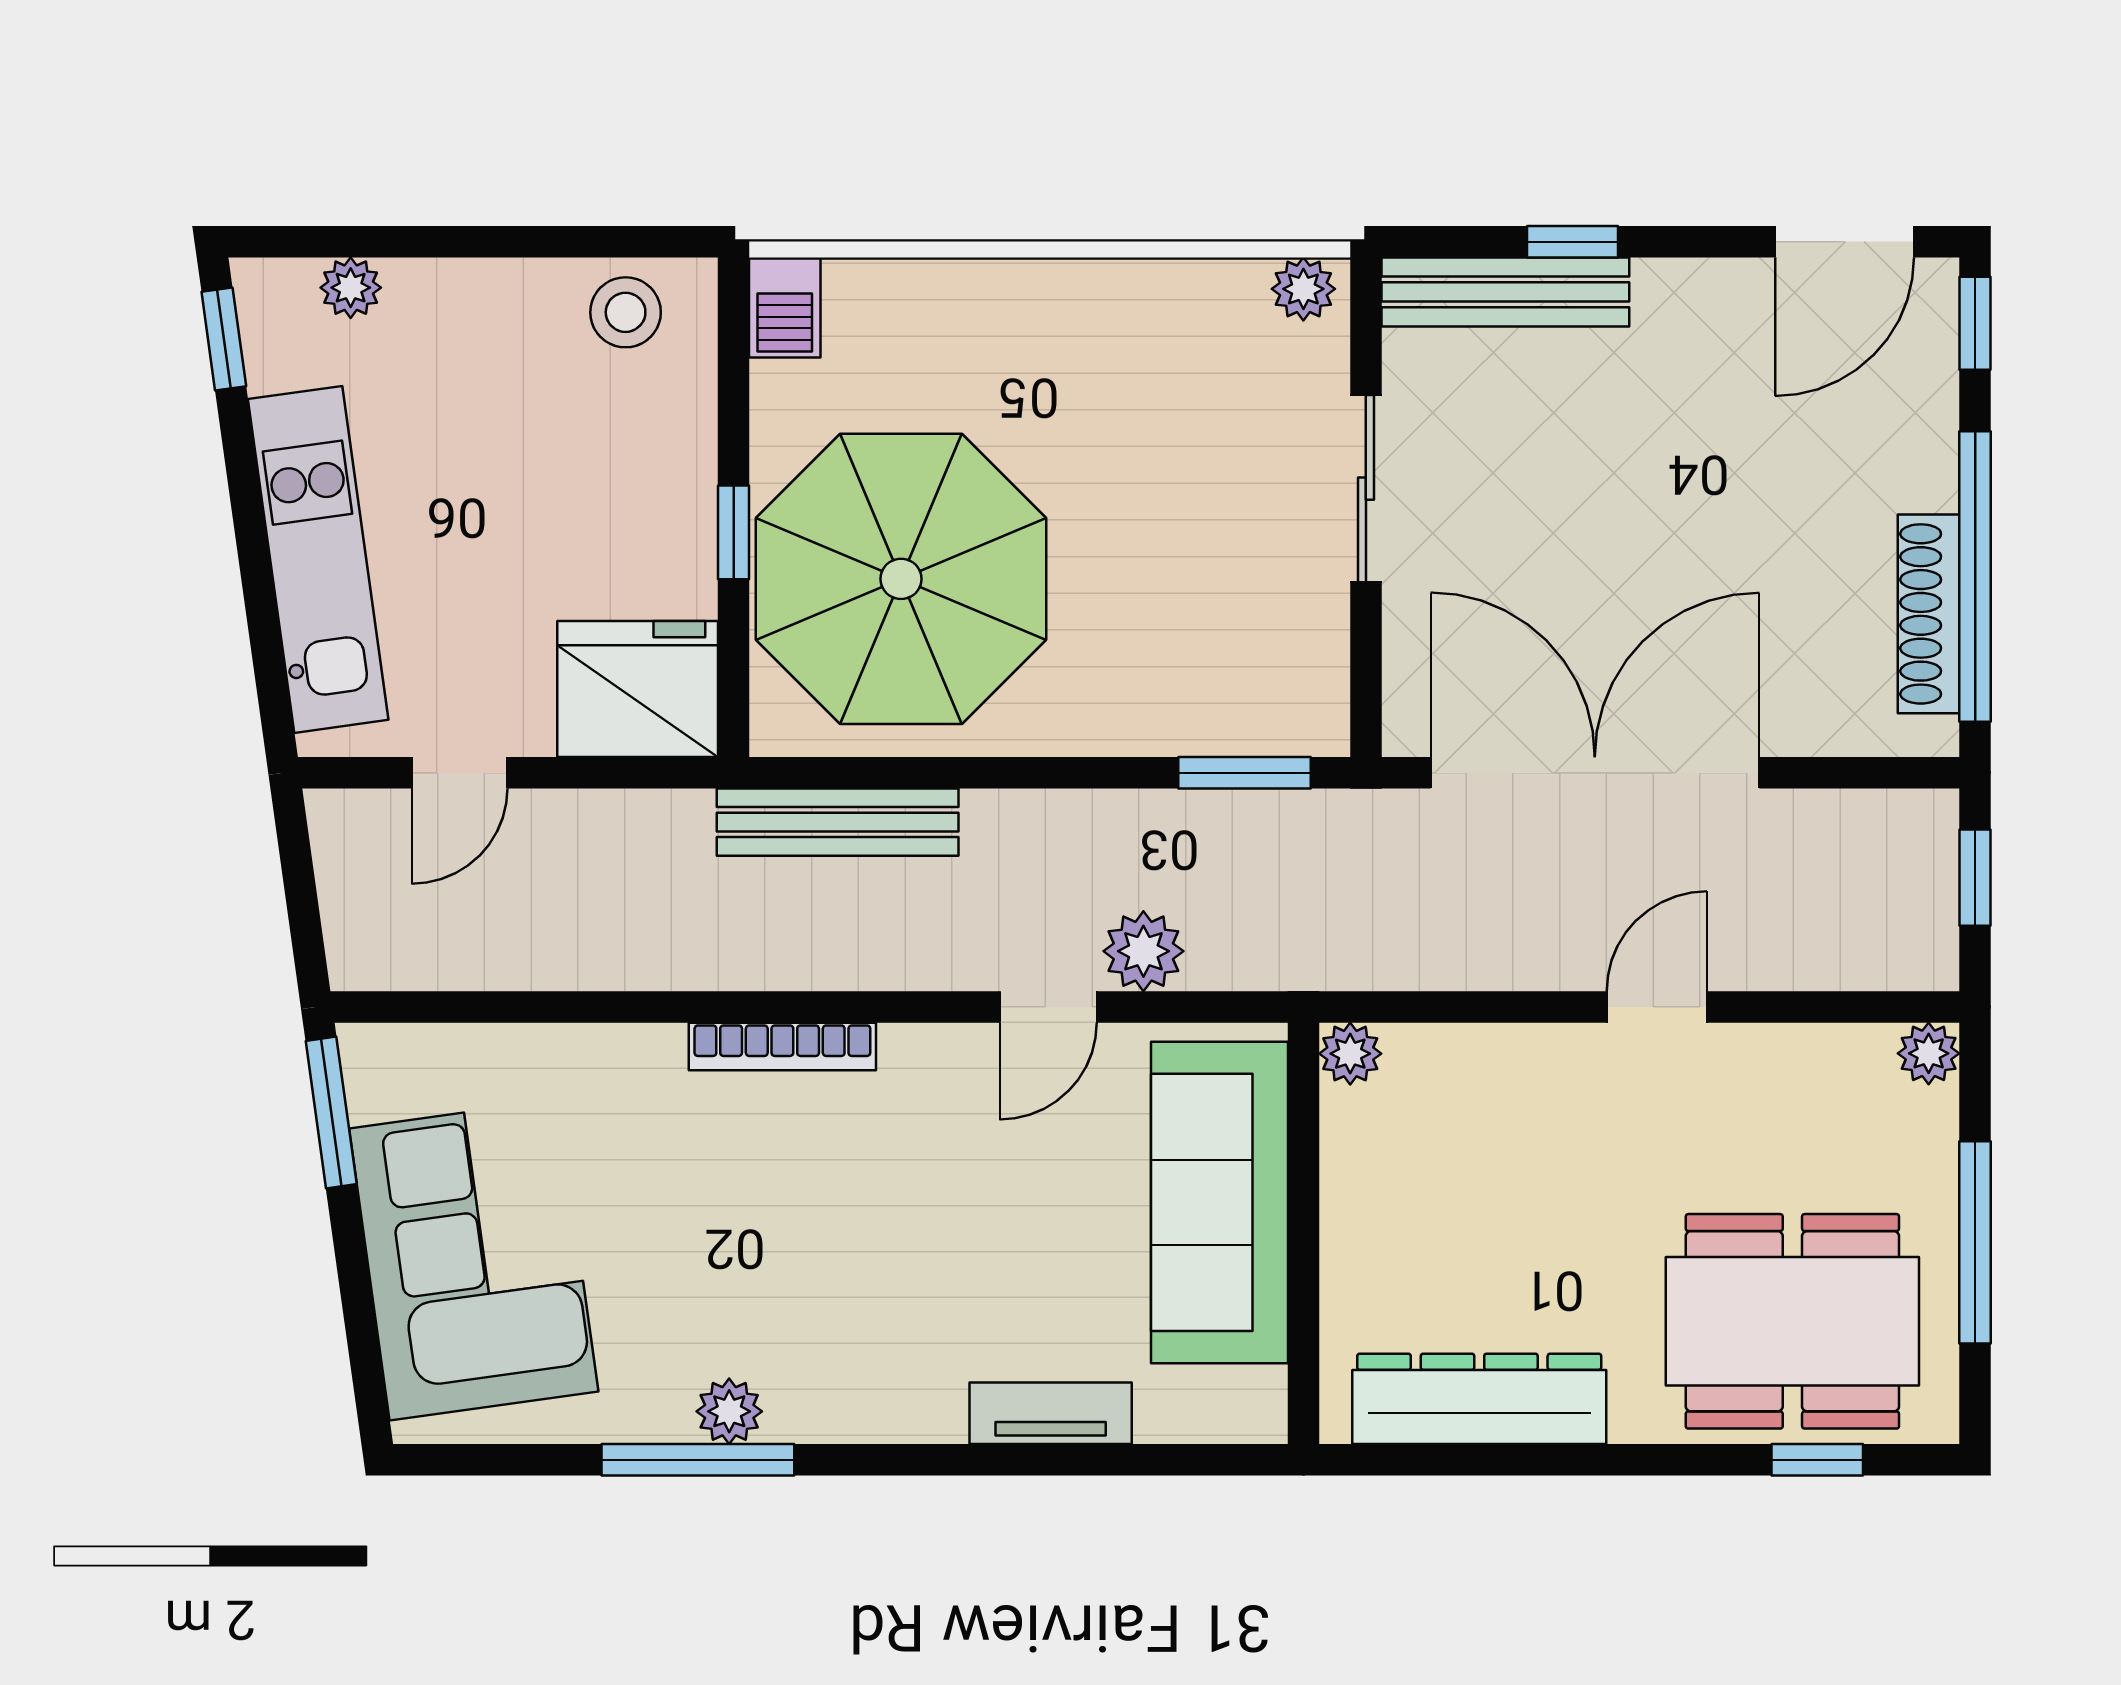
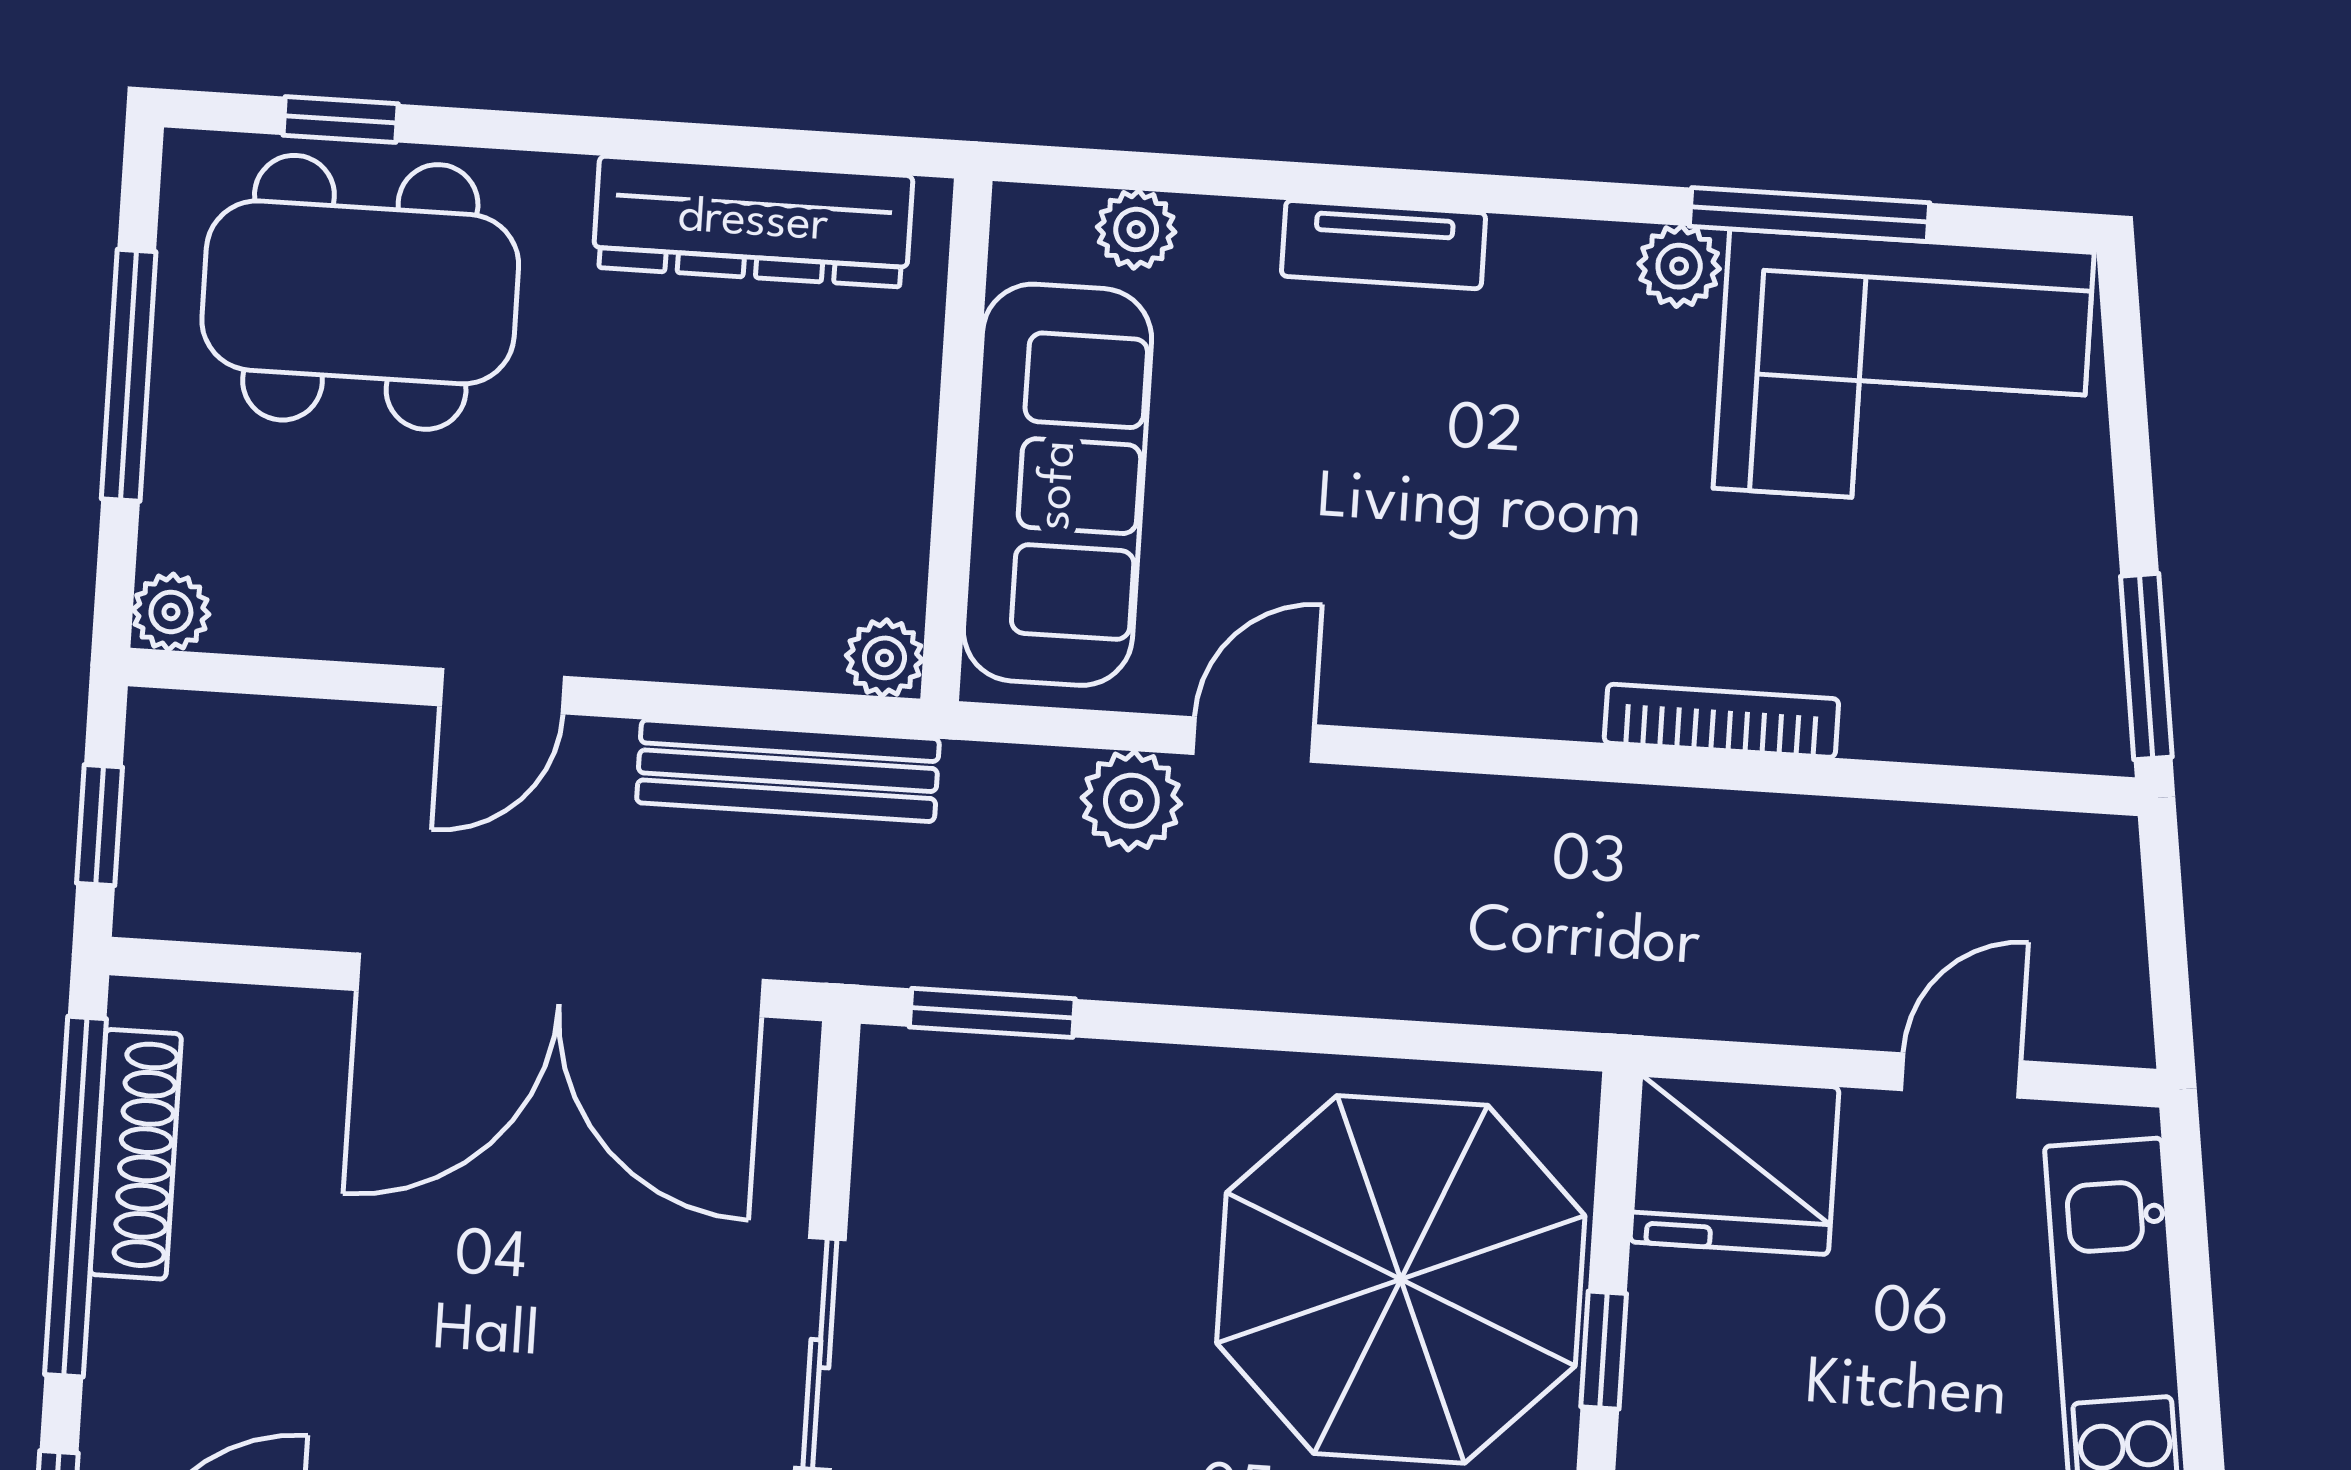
bench: (838, 822) -> (788, 771), moved
bookcase: (782, 1046) -> (1721, 721), moved
corner sofa: (474, 1260) -> (1904, 370), moved, turned -82
tv unit: (1051, 1413) -> (1384, 245), moved
plant: (1169, 1413) -> (1136, 229), added
window: (698, 1460) -> (1809, 215), moved

